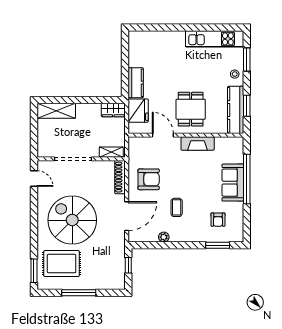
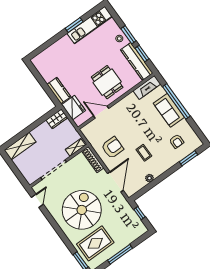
window: (199, 28) -> (74, 25), added
window: (247, 59) -> (128, 35), moved
fireplace: (198, 143) -> (147, 87), moved
door: (34, 179) -> (37, 201), hinge flipped
spiral stairs: (72, 220) -> (82, 210), turned 90

